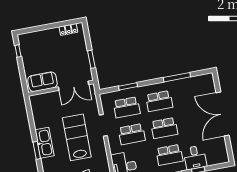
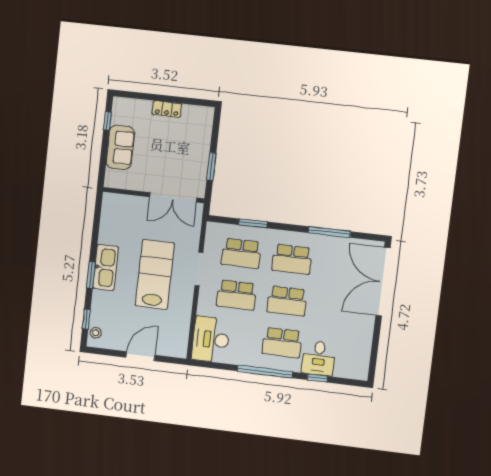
locker: (68, 29) -> (167, 109), moved
sofa: (42, 82) -> (120, 147), moved, turned 90
double door: (223, 114) -> (383, 282), moved

